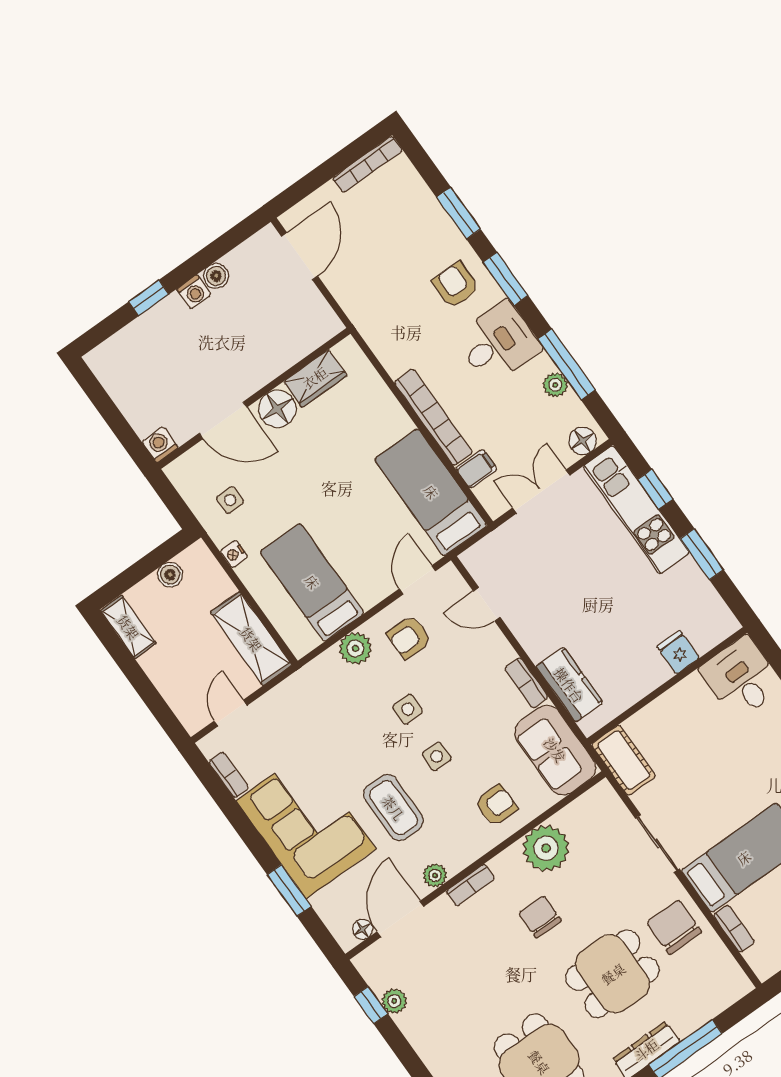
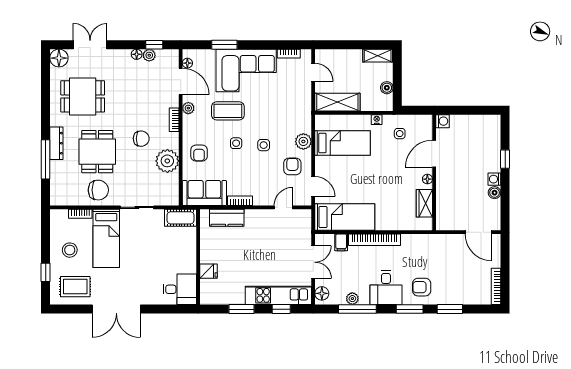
armchair: (456, 285) -> (422, 287), turned 180
floor lamp: (277, 409) -> (427, 179), width x0.53, depth x0.53
floor lamp: (407, 1023) -> (137, 54), added

